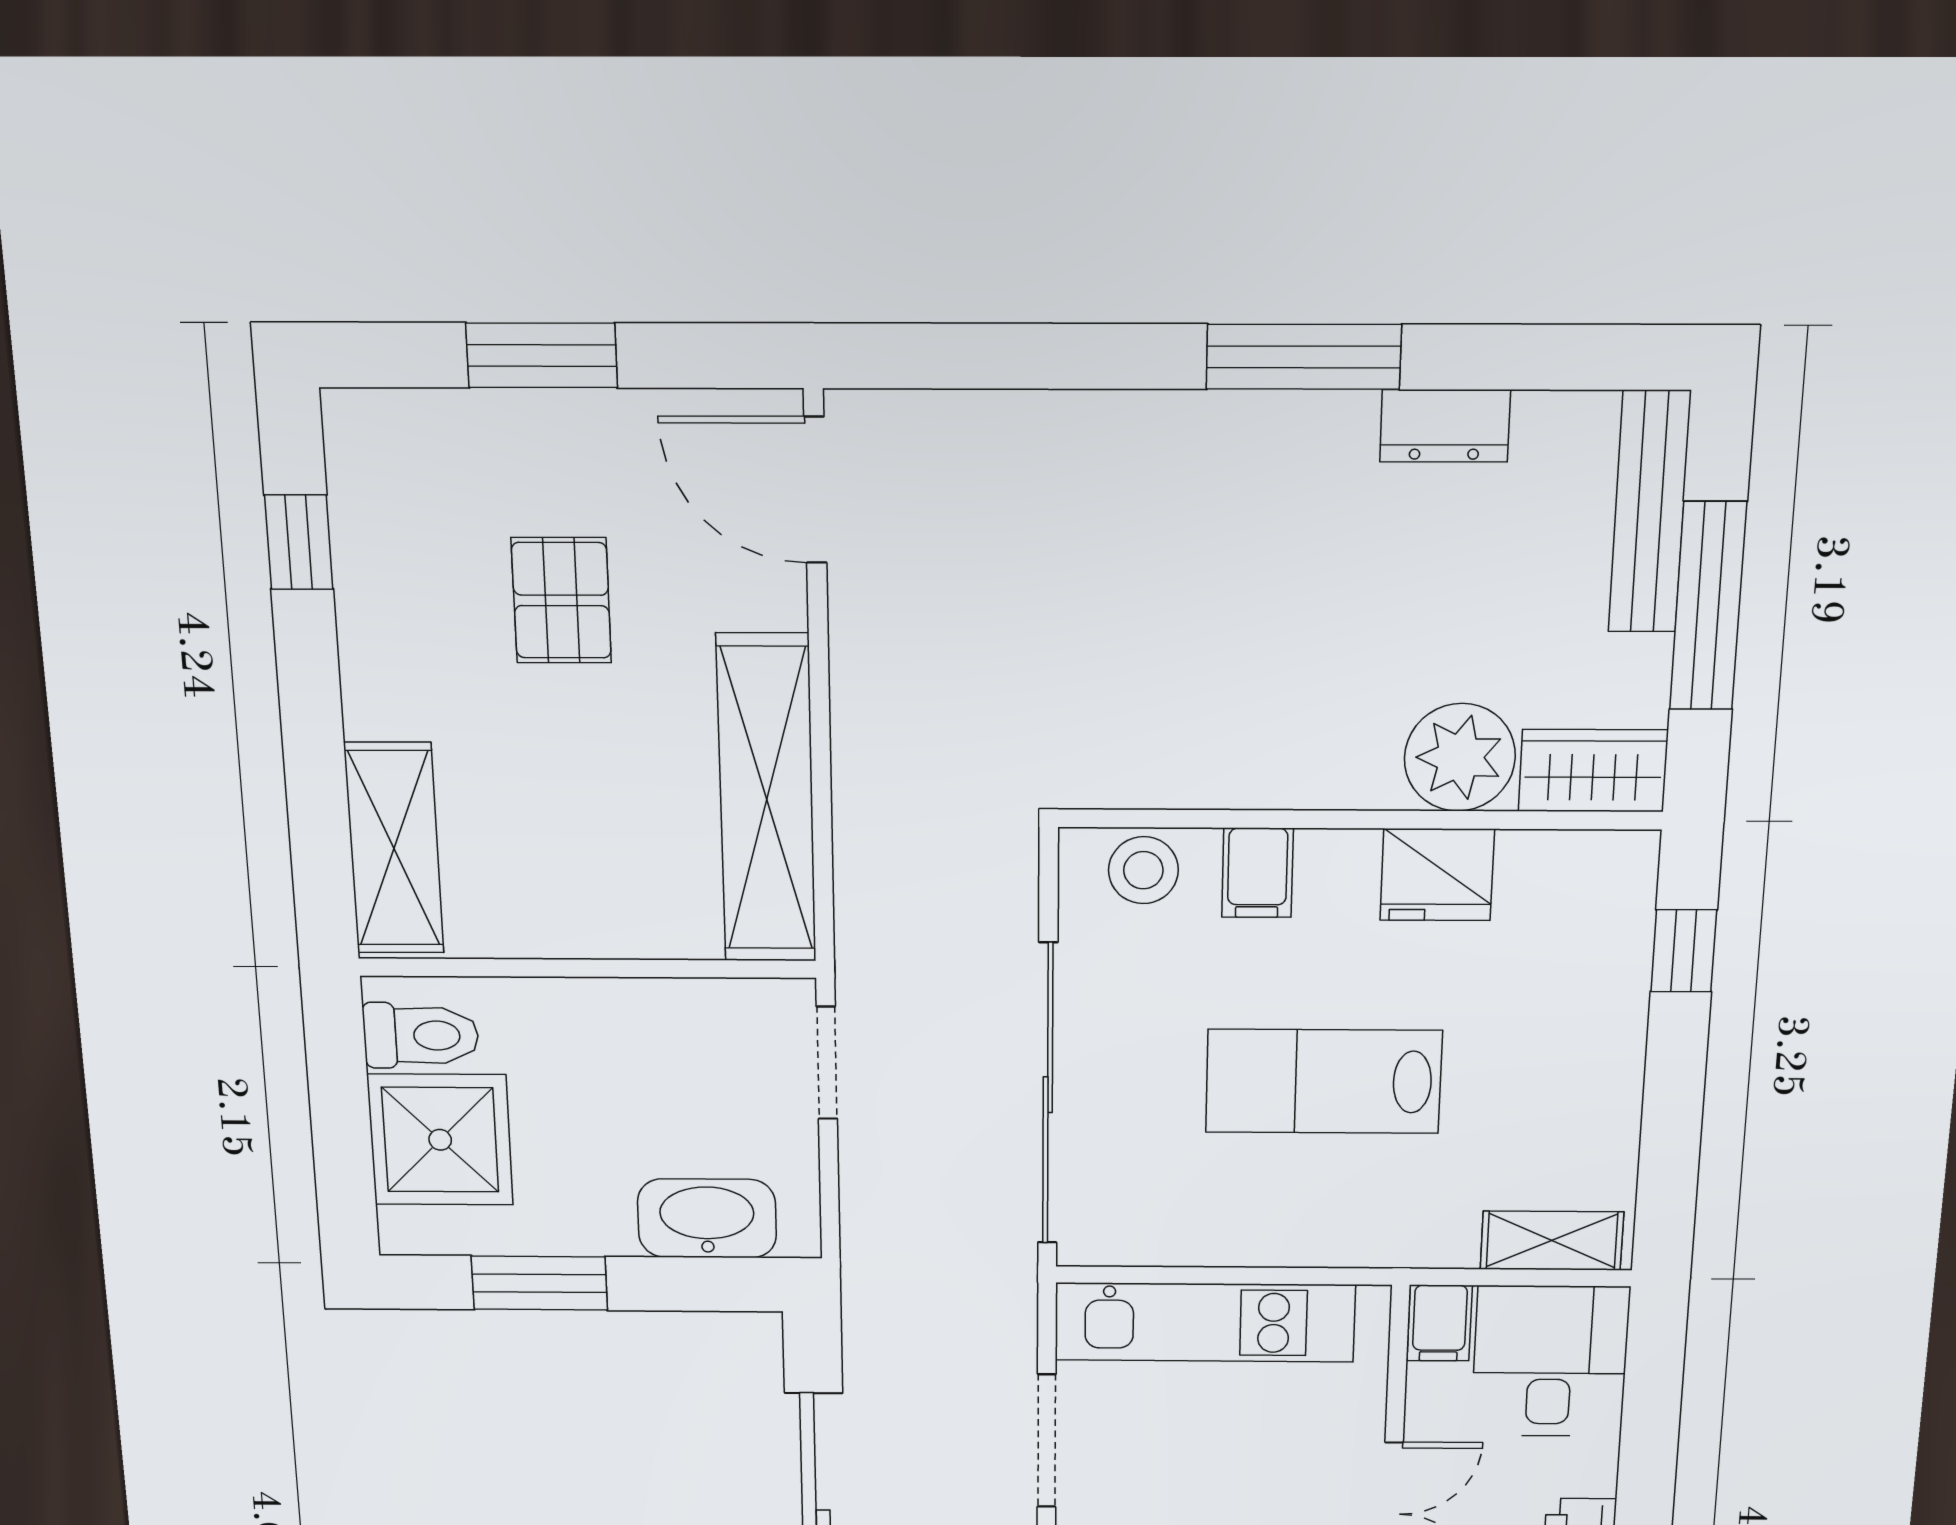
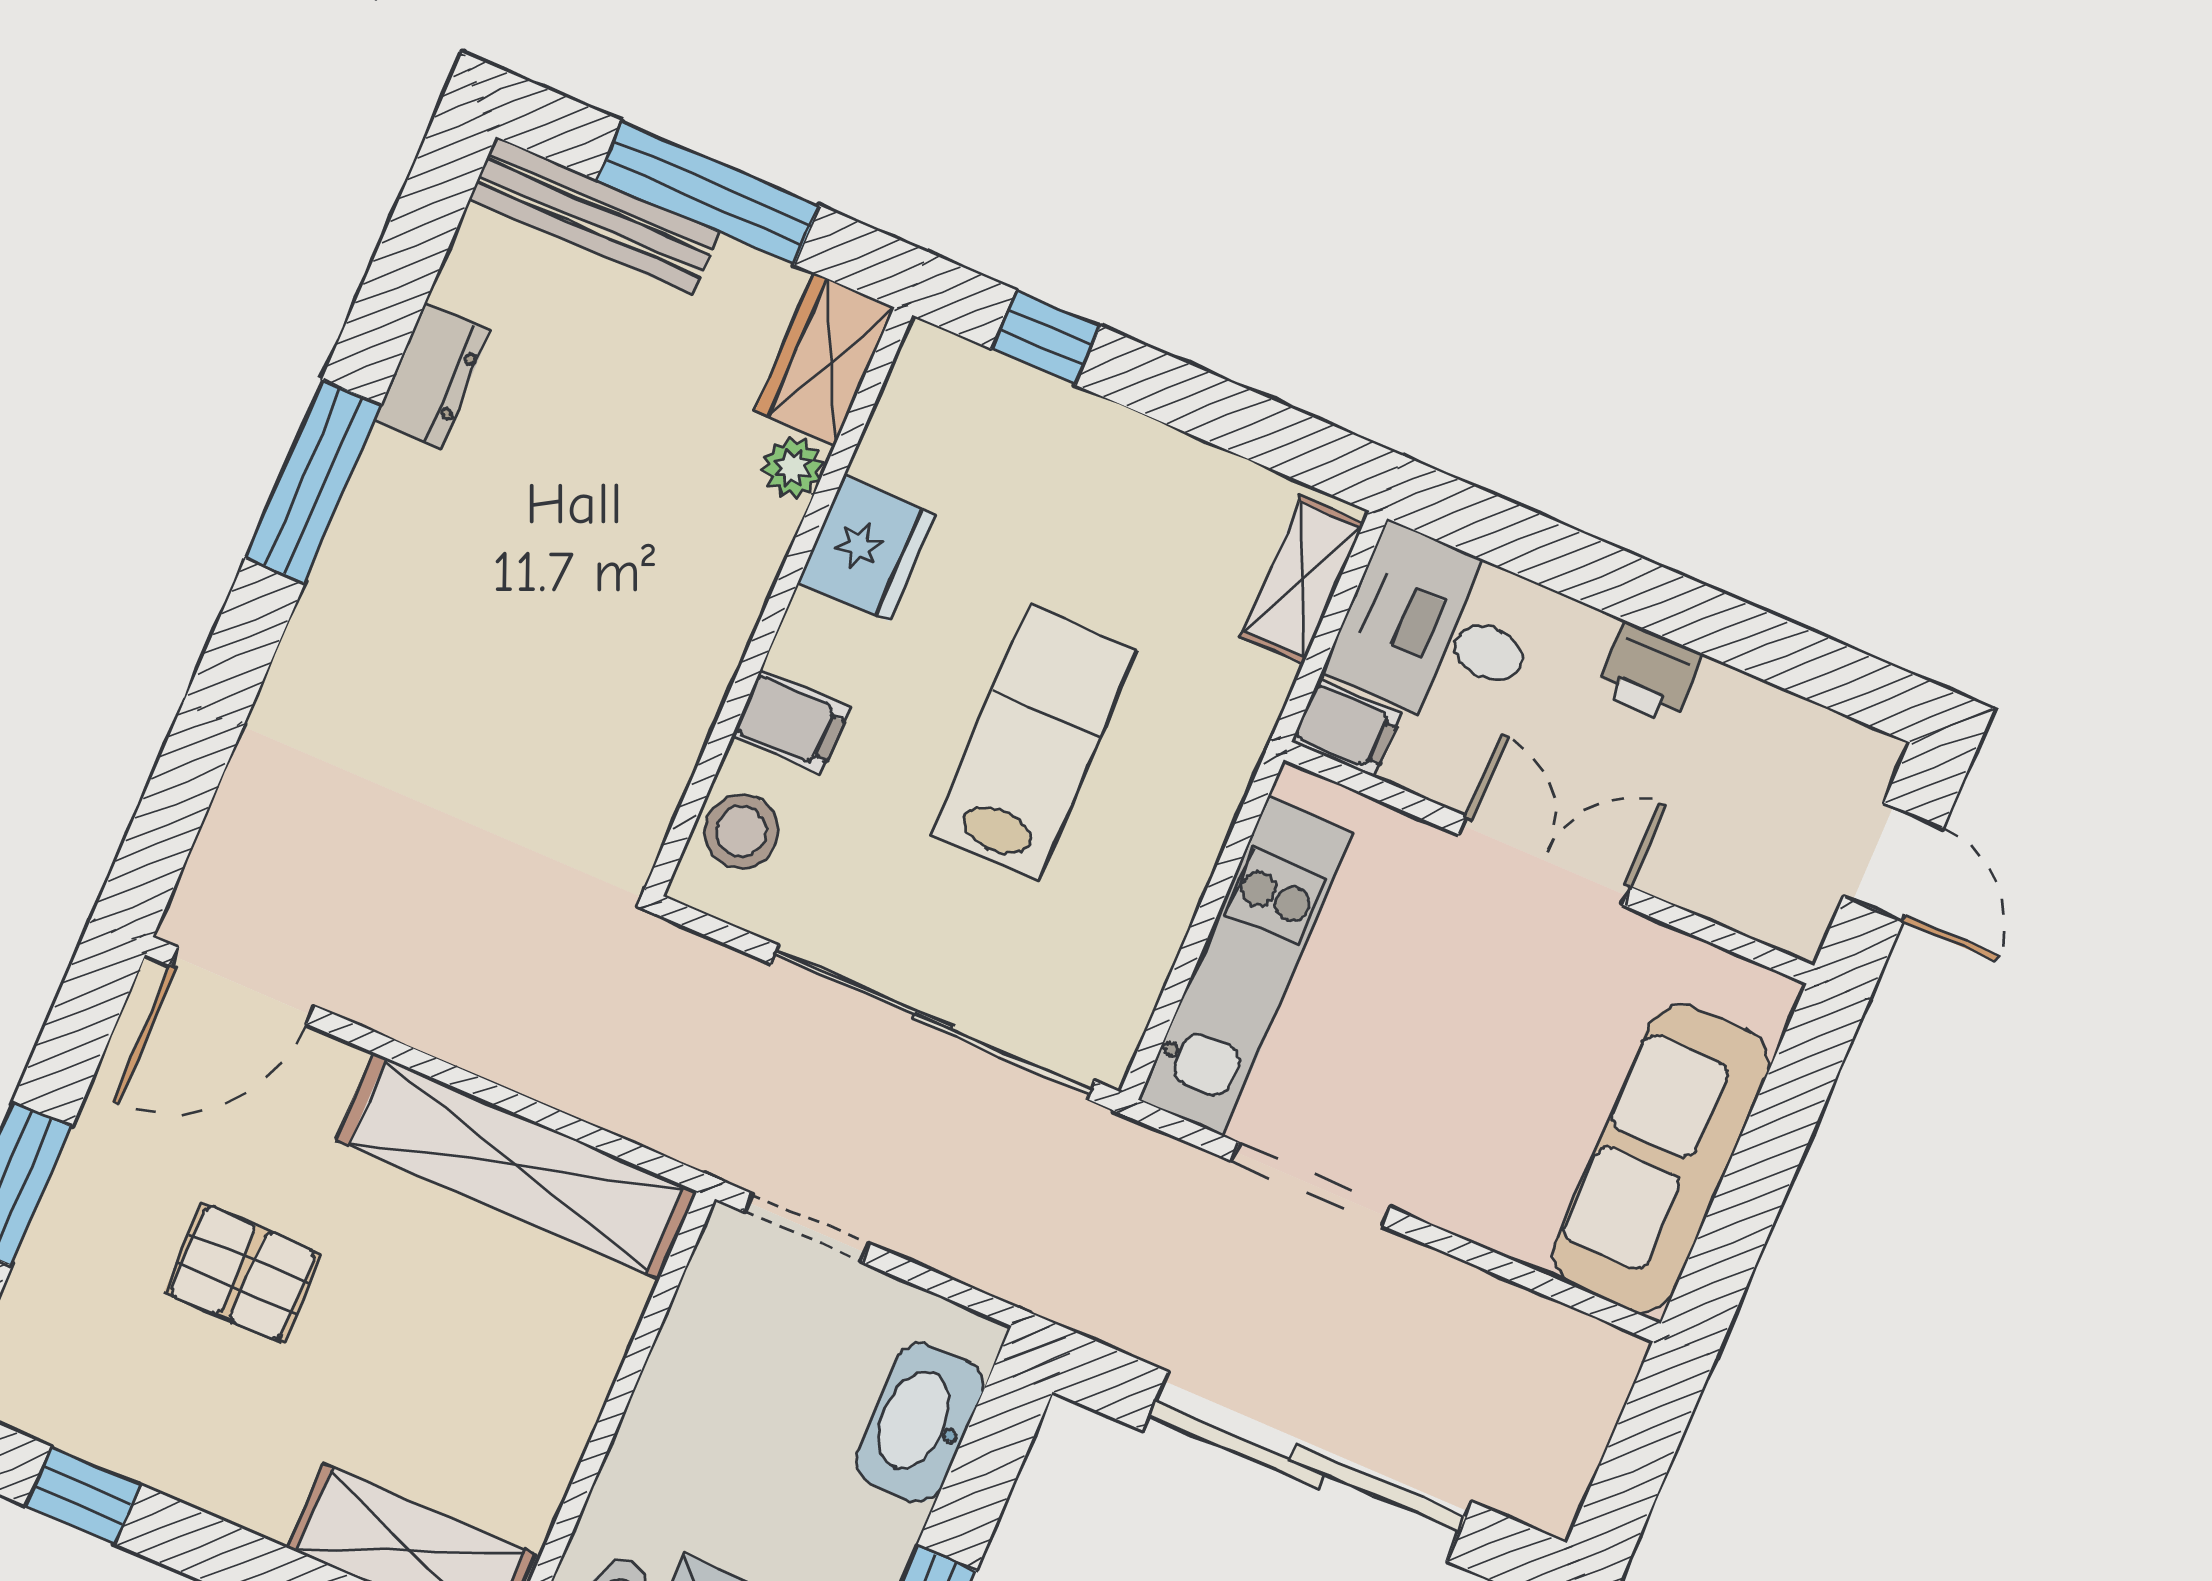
plant: (1460, 757) -> (793, 468), width x0.53, depth x0.53
lab bench: (1324, 1081) -> (1034, 742), turned 180

